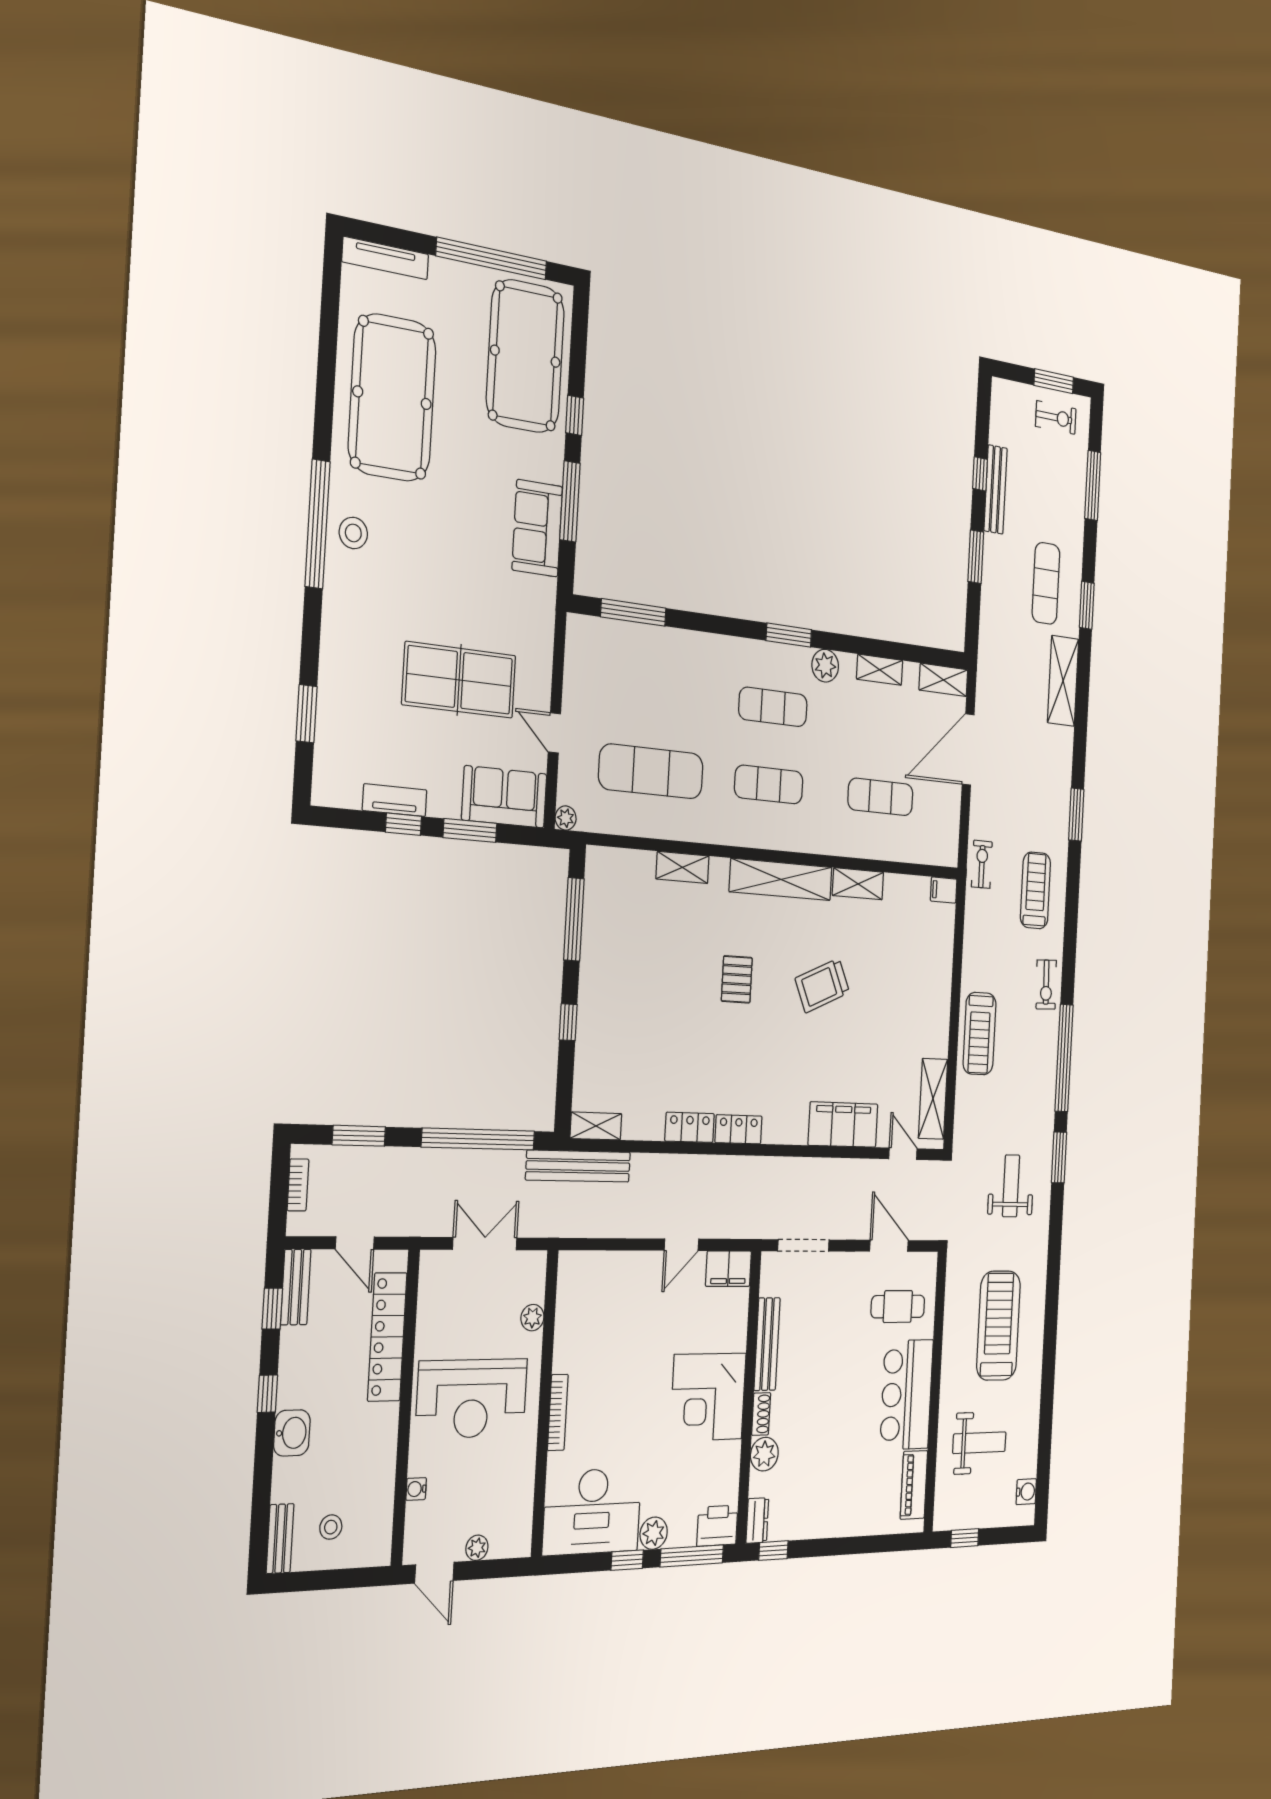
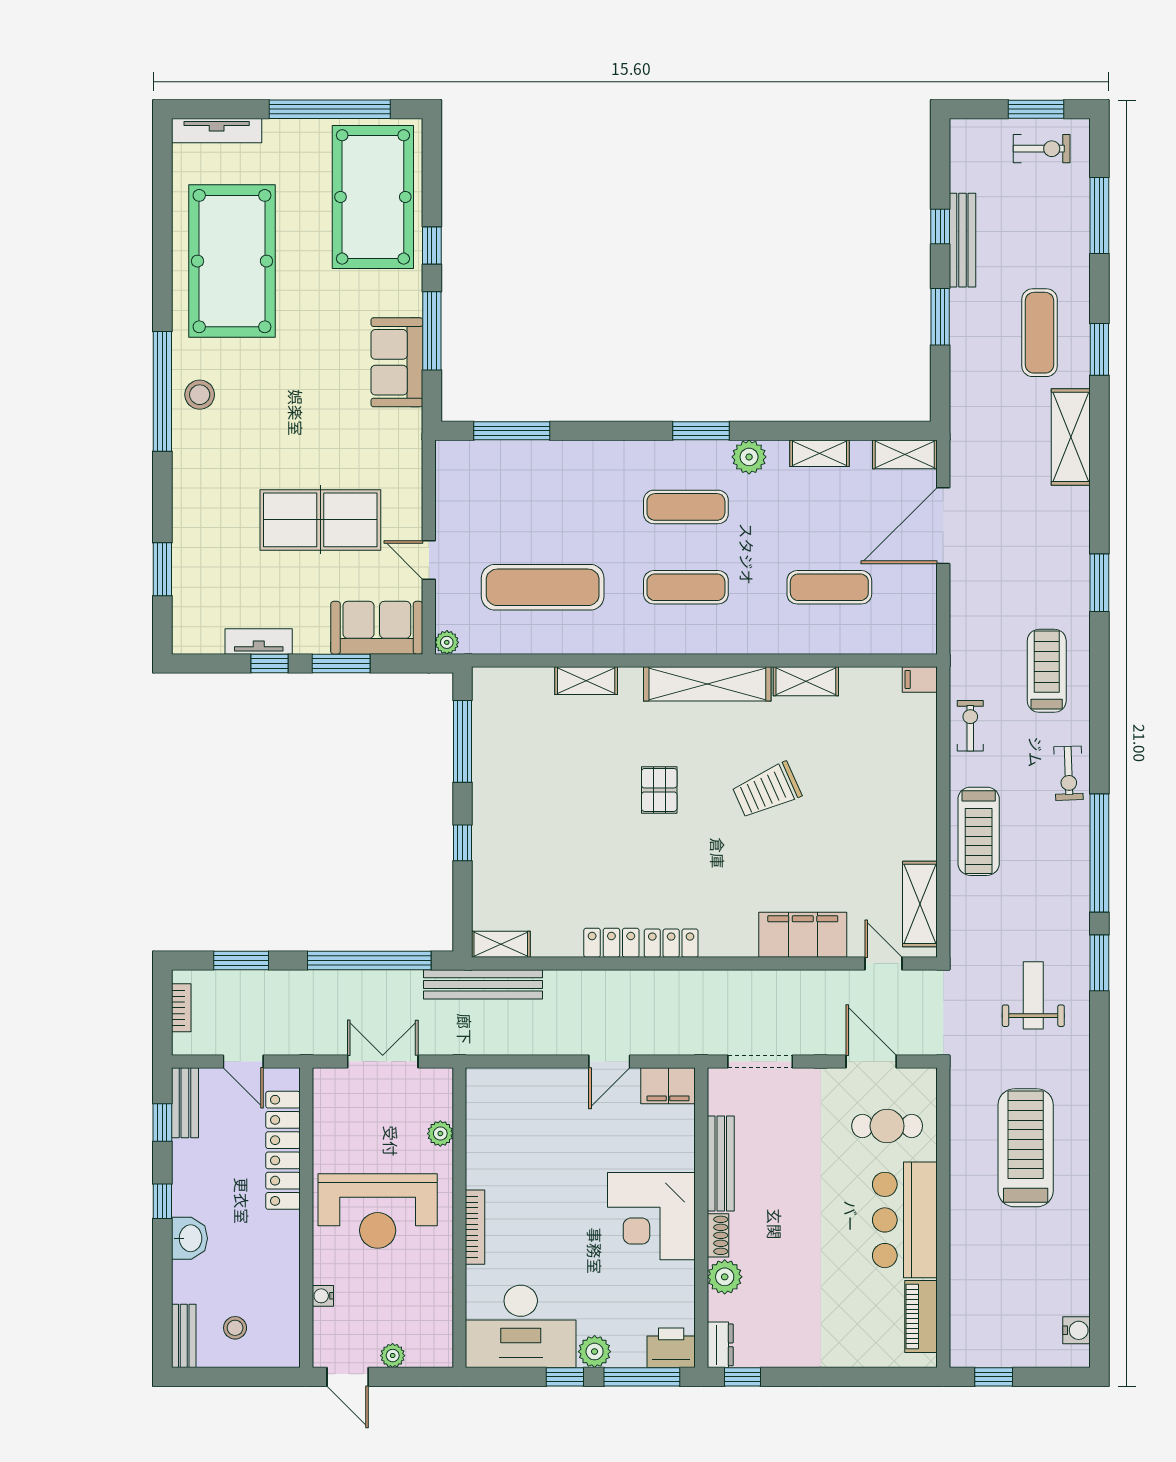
exercise bike: (982, 864) -> (970, 726), moved
weight bench: (979, 1443) -> (1007, 1275), removed

